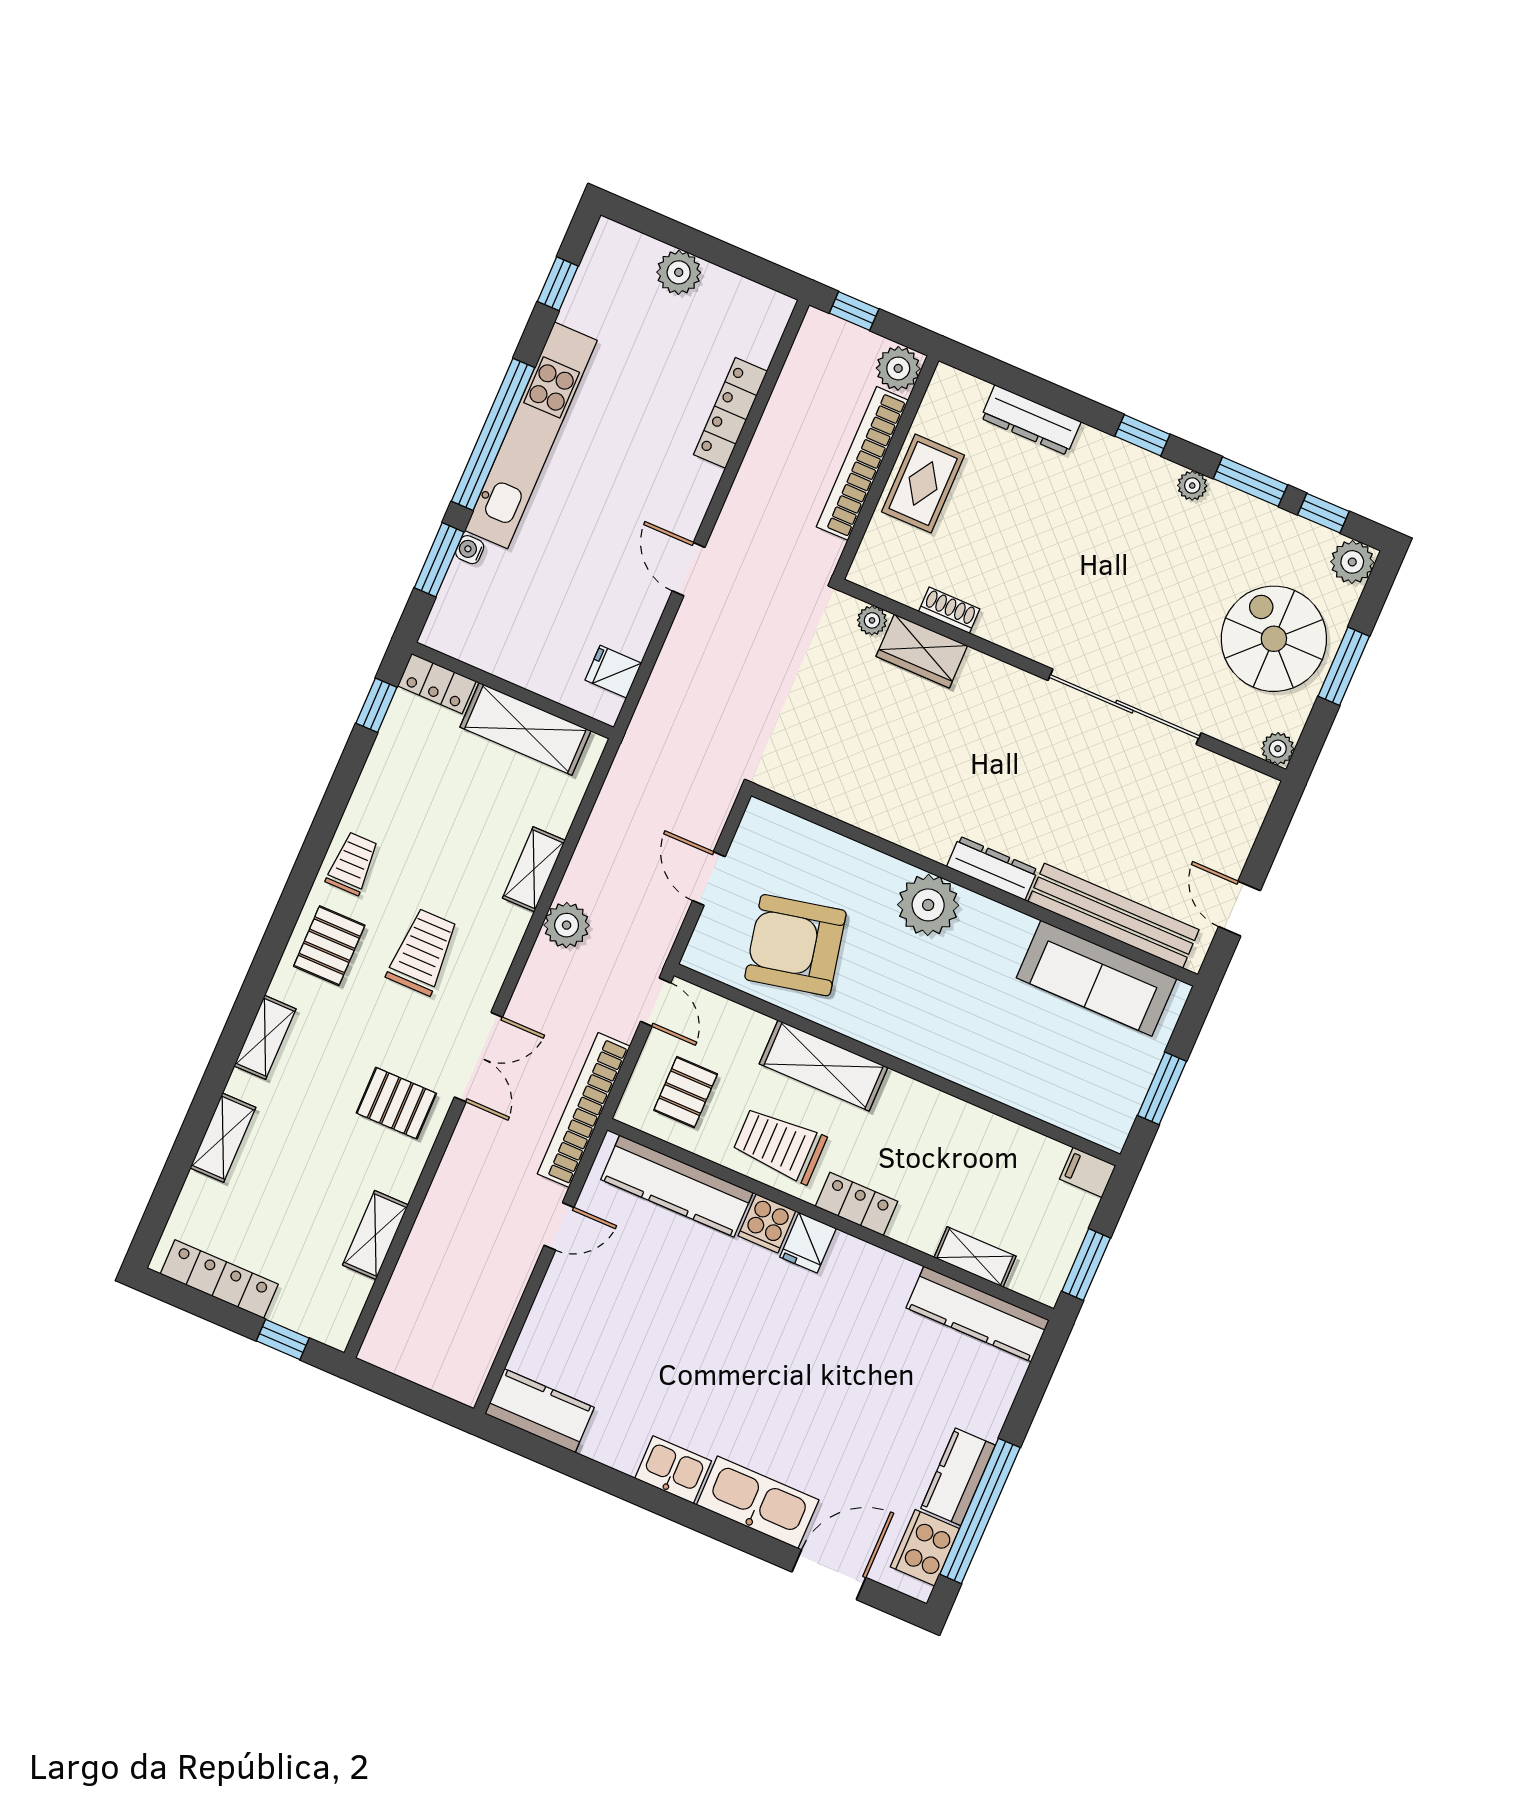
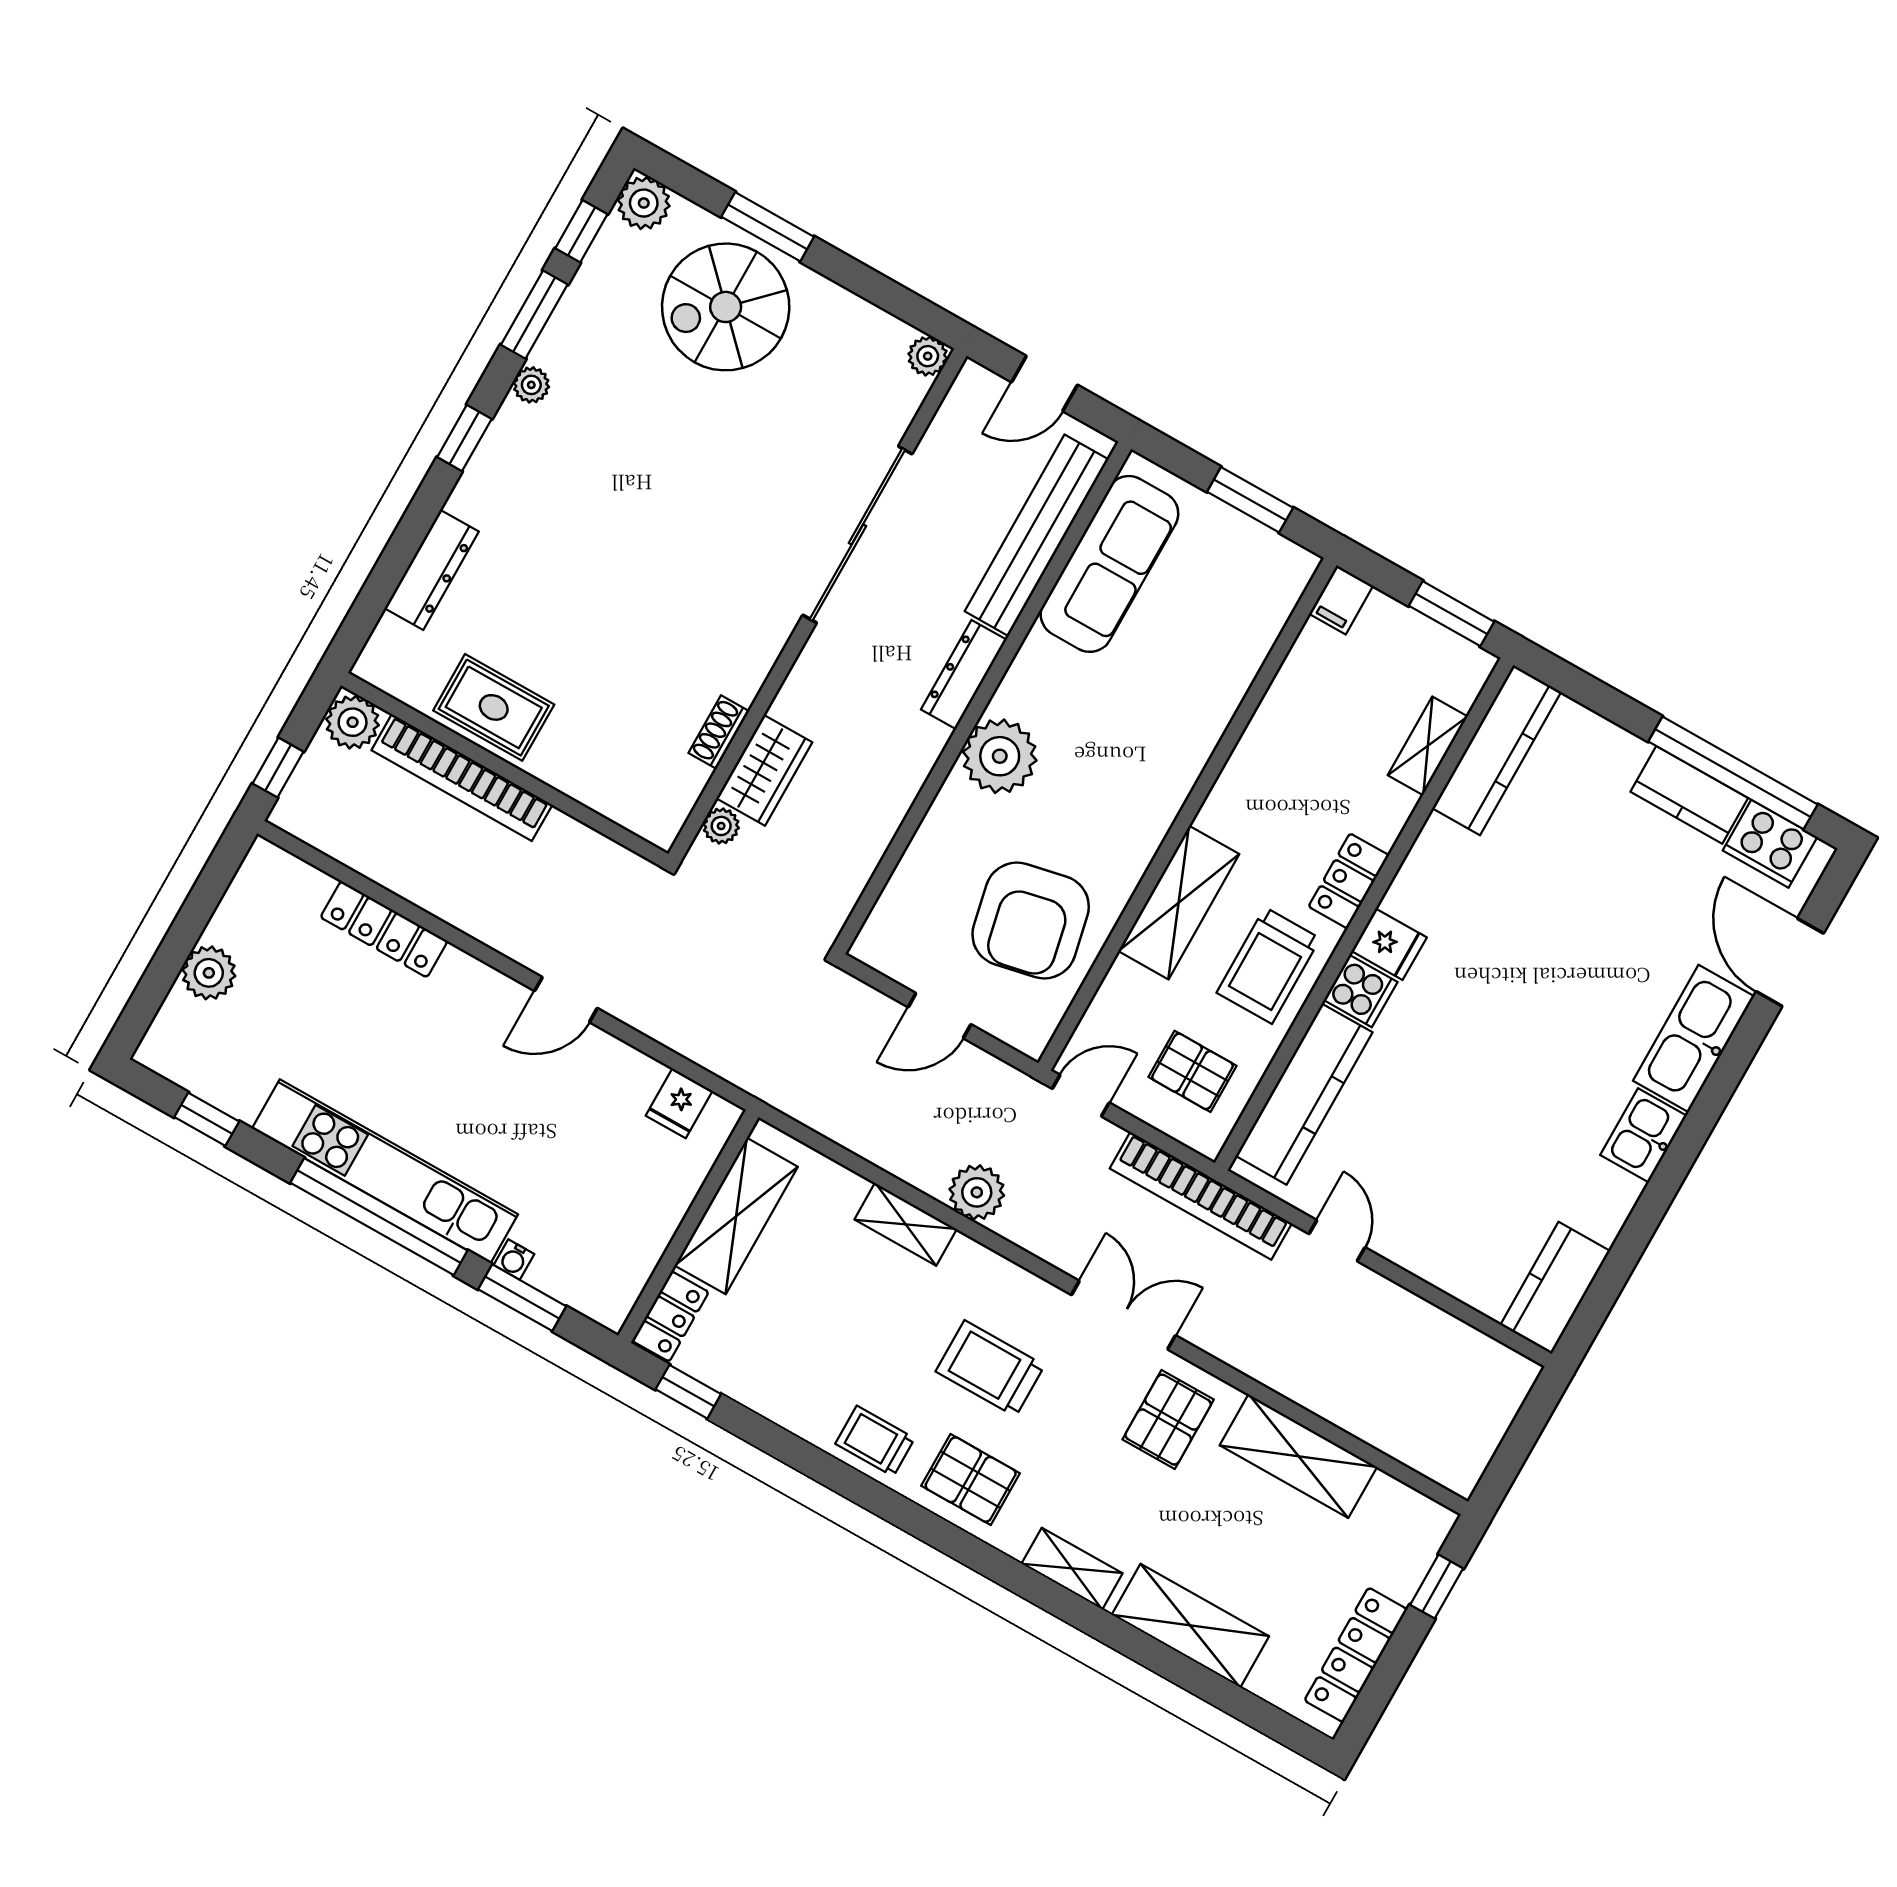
shoe rack: (949, 610) -> (719, 732), moved
plant: (872, 620) -> (721, 826), moved
wardrobe: (922, 651) -> (764, 770), moved
wall: (1063, 680) -> (818, 605), moved
sliding door: (1124, 707) -> (857, 534), moved
plant: (1278, 749) -> (928, 356), moved
shelving: (223, 1138) -> (1190, 1626), width x1.50, depth x1.33
shelving: (375, 1235) -> (1298, 1456), width x1.50, depth x1.33

